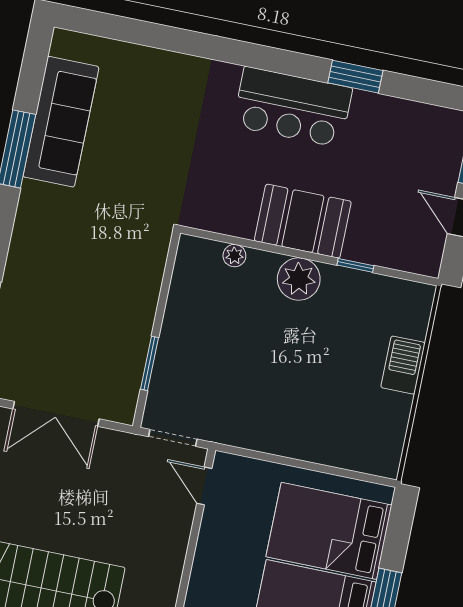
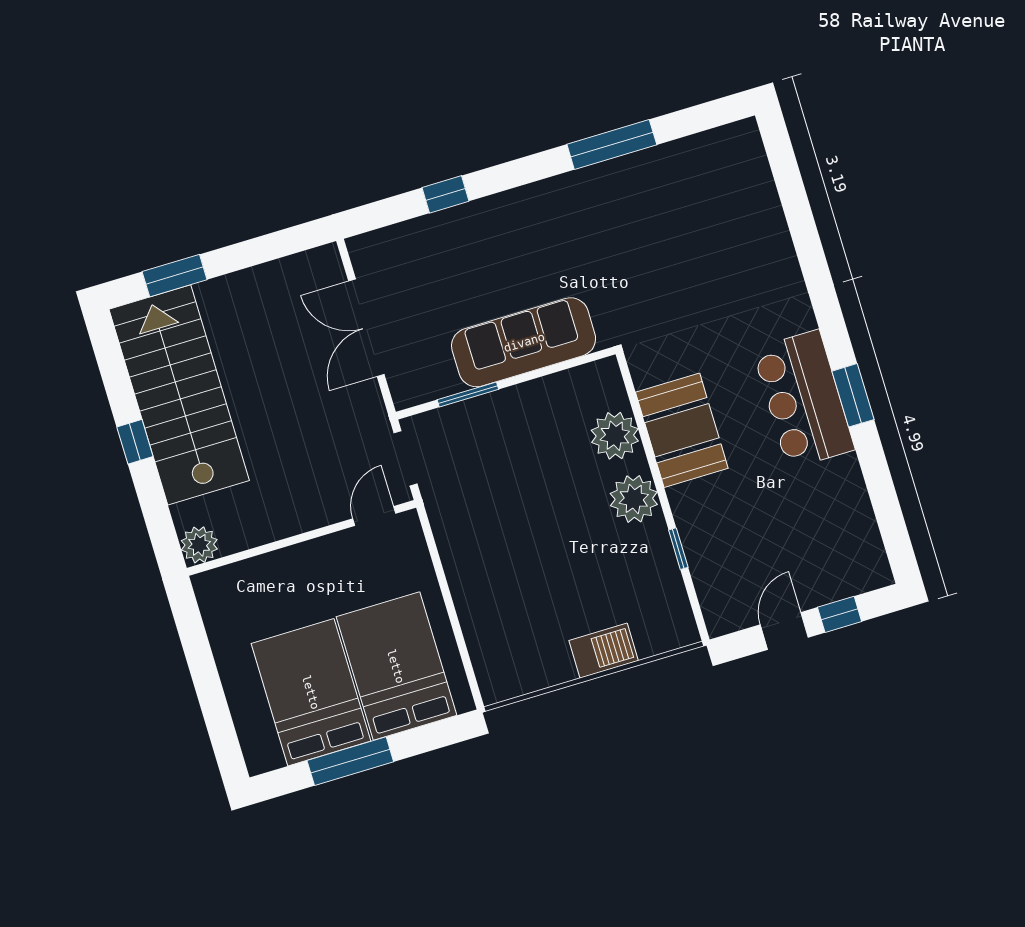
window: (355, 77) -> (853, 395), moved
sofa: (61, 122) -> (524, 342), moved, turned 180
booth: (303, 221) -> (682, 430), moved
plant: (234, 256) -> (615, 436), width x1.87, depth x1.87

